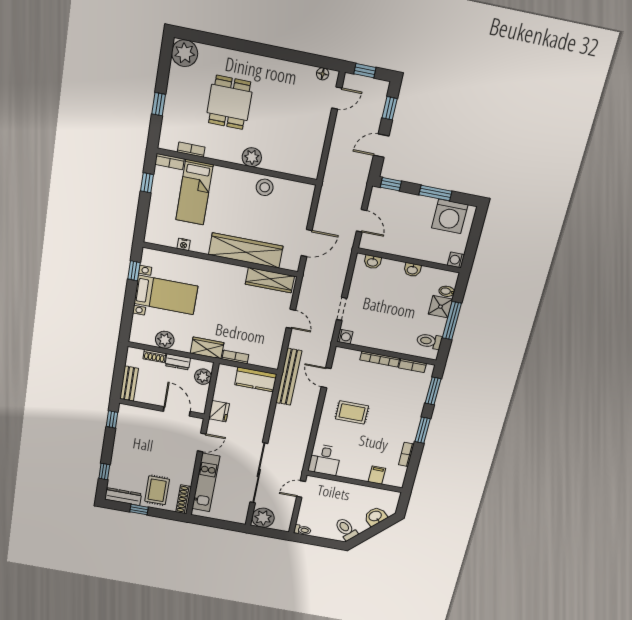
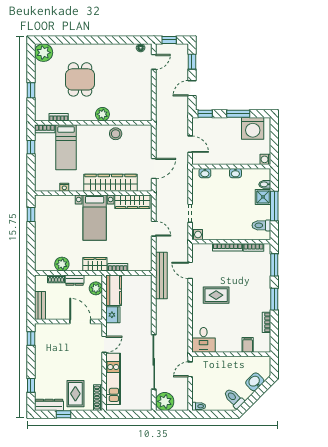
bed with nightstands: (166, 295) -> (95, 218), moved, turned 90
kitchen counter: (256, 379) -> (114, 290), moved, turned -90

